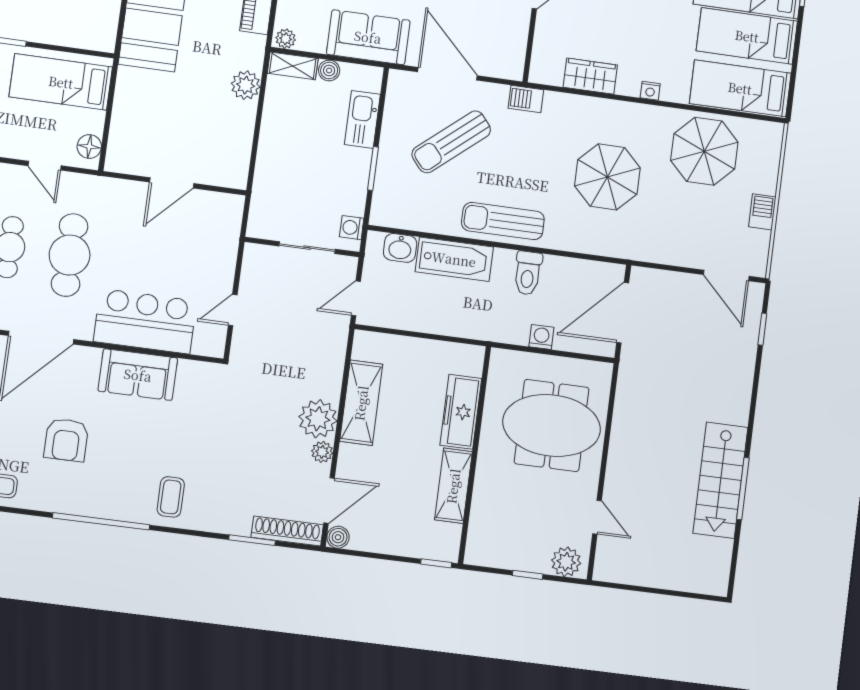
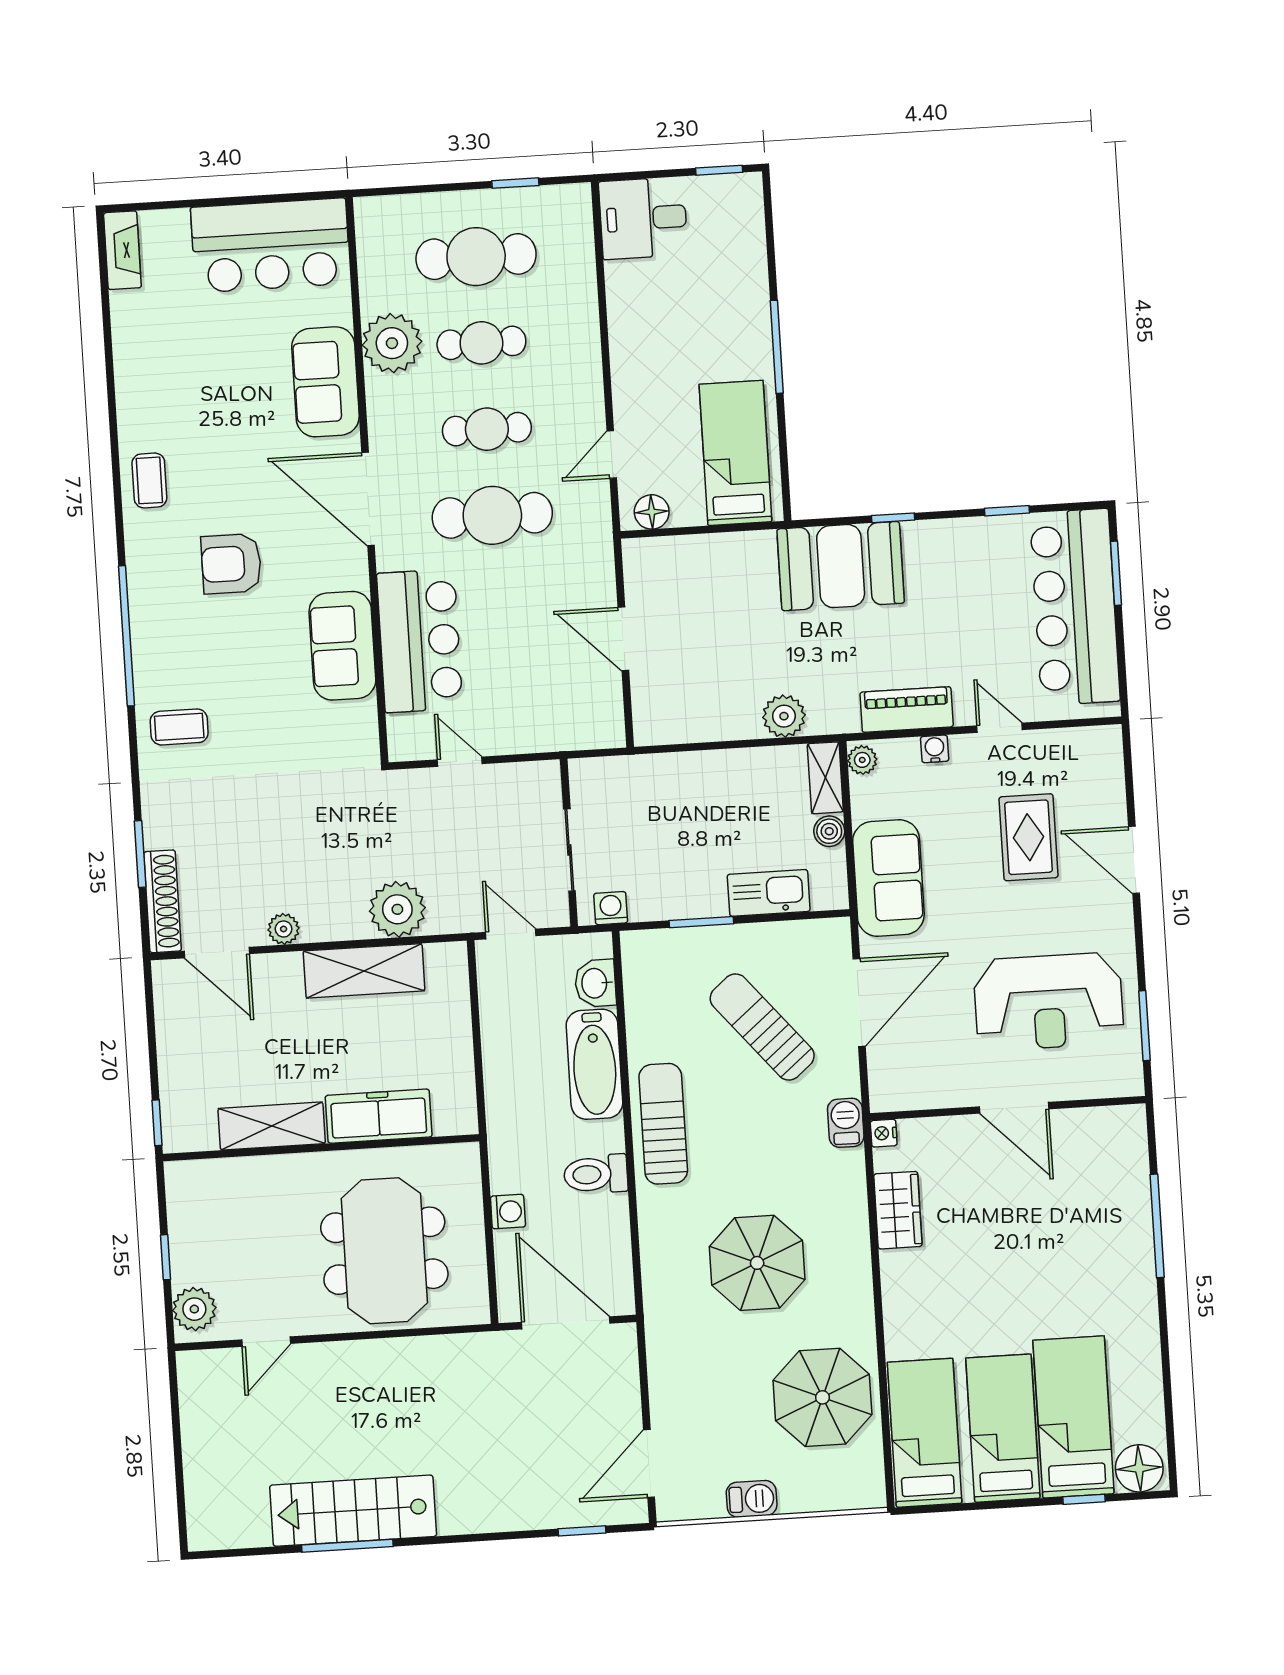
nightstand: (650, 91) -> (884, 1133), moved
plant: (318, 419) -> (397, 909), moved
boiler: (338, 537) -> (167, 975), removed

